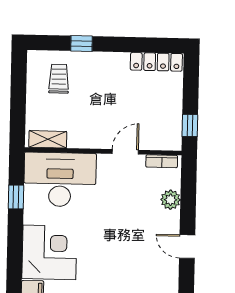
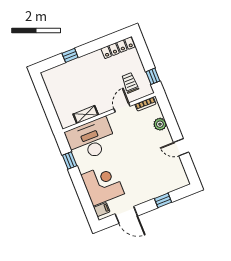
trolley: (59, 79) -> (130, 83), moved
shelving: (48, 139) -> (86, 115), moved

